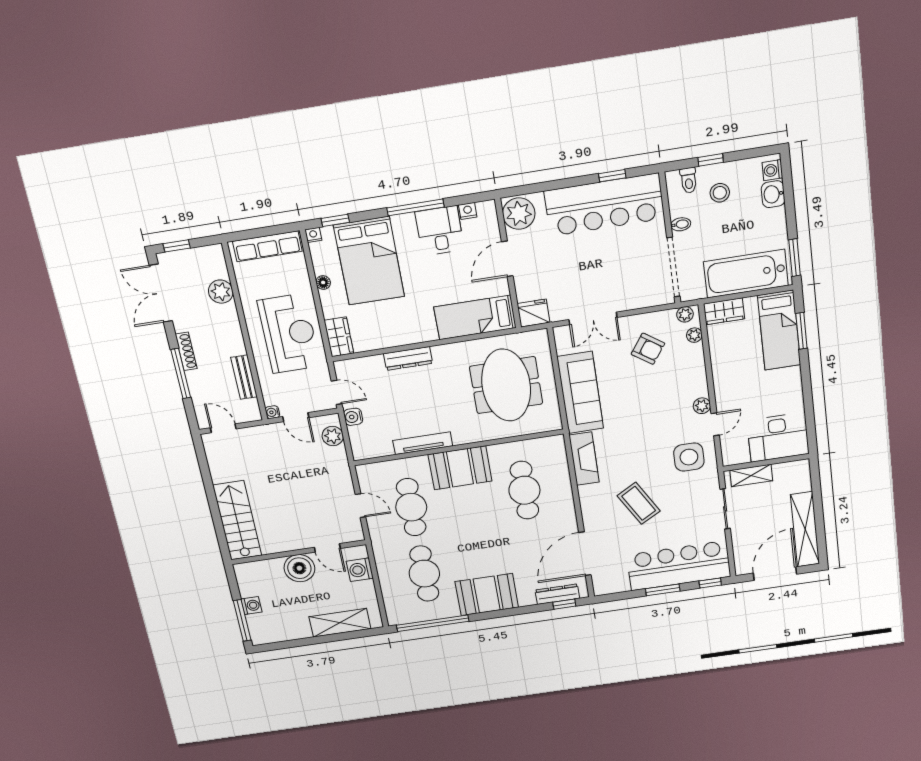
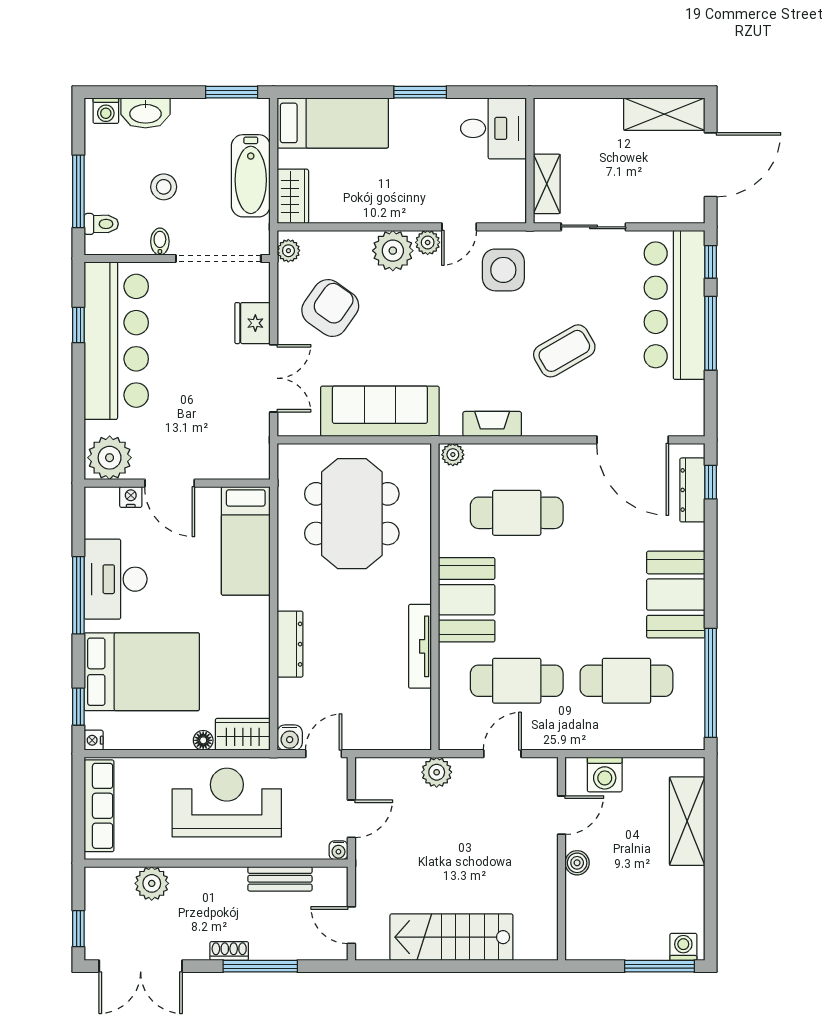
window: (711, 160) -> (78, 191), width x2.17
stool: (720, 193) -> (164, 187), moved
washbasin: (773, 194) -> (145, 113), width x1.38
nightstand: (468, 211) -> (131, 497), moved, turned 90
desk: (440, 231) -> (116, 579), width x1.37
bathtub: (746, 274) -> (251, 176), width x0.73, depth x0.73
floor lamp: (323, 282) -> (203, 740), moved
fridge: (534, 313) -> (253, 323), moved
window: (801, 331) -> (420, 92), moved
plant: (694, 335) -> (393, 251), moved, width x1.87, depth x1.87
armchair: (648, 349) -> (330, 308), width x1.38, depth x1.38
shoe rack: (186, 351) -> (229, 951), width x0.70
meeting table: (506, 385) -> (352, 514), turned 90
water cooler: (353, 417) -> (290, 738), moved
door: (715, 424) -> (459, 227), swing flipped
door: (223, 428) -> (351, 925), hinge flipped
plant: (333, 436) -> (437, 772), moved
desk: (778, 437) -> (493, 128), width x0.73
plant: (558, 444) -> (453, 455), added
fireplace: (584, 459) -> (492, 424), width x0.73, depth x0.76
stairs: (237, 520) -> (451, 937), moved
shelving: (805, 529) -> (664, 114), width x0.68
boiler: (299, 568) -> (577, 863), width x0.54, depth x0.54
door: (775, 574) -> (711, 165), swing flipped
window: (663, 590) -> (711, 333), width x1.44
washing machine: (251, 605) -> (683, 947), moved

